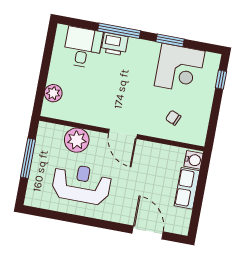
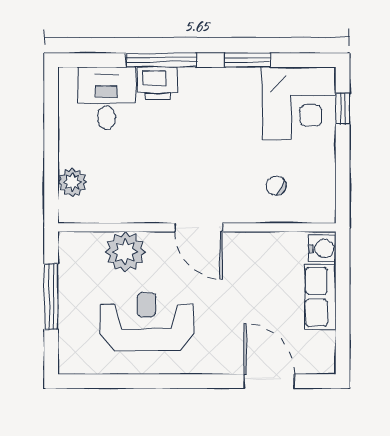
corner desk: (180, 68) -> (298, 103), moved

